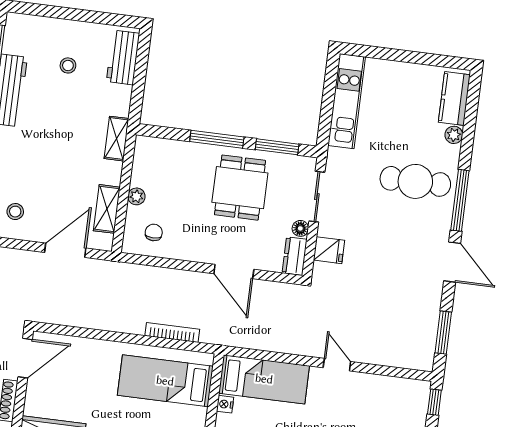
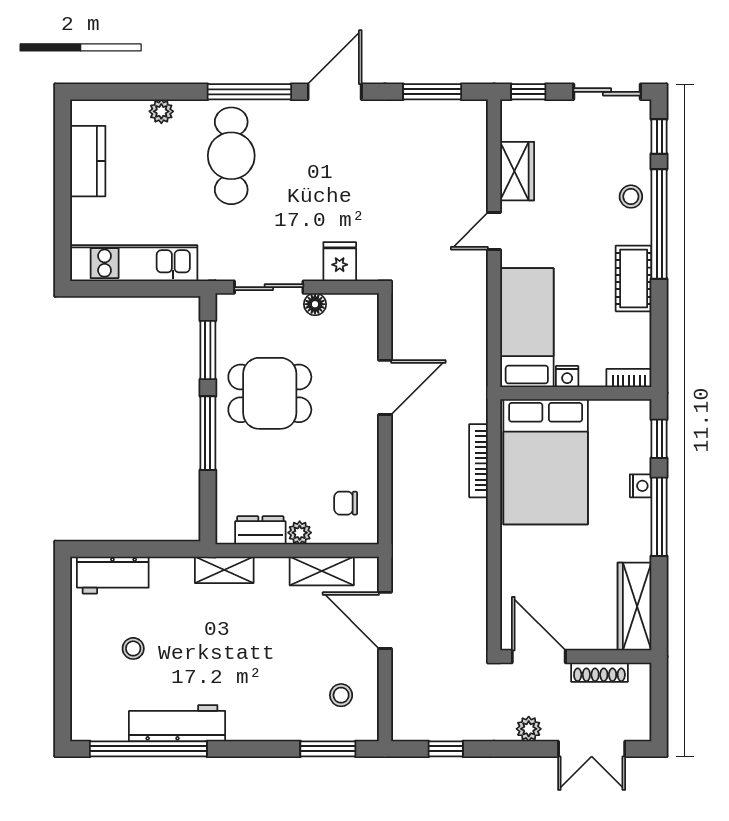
kitchen counter: (454, 98) -> (88, 161), moved, turned -90
dresser: (295, 256) -> (260, 530), moved, turned 180
bed: (165, 381) -> (546, 462), width x1.50
wardrobe: (378, 387) -> (517, 171), added

